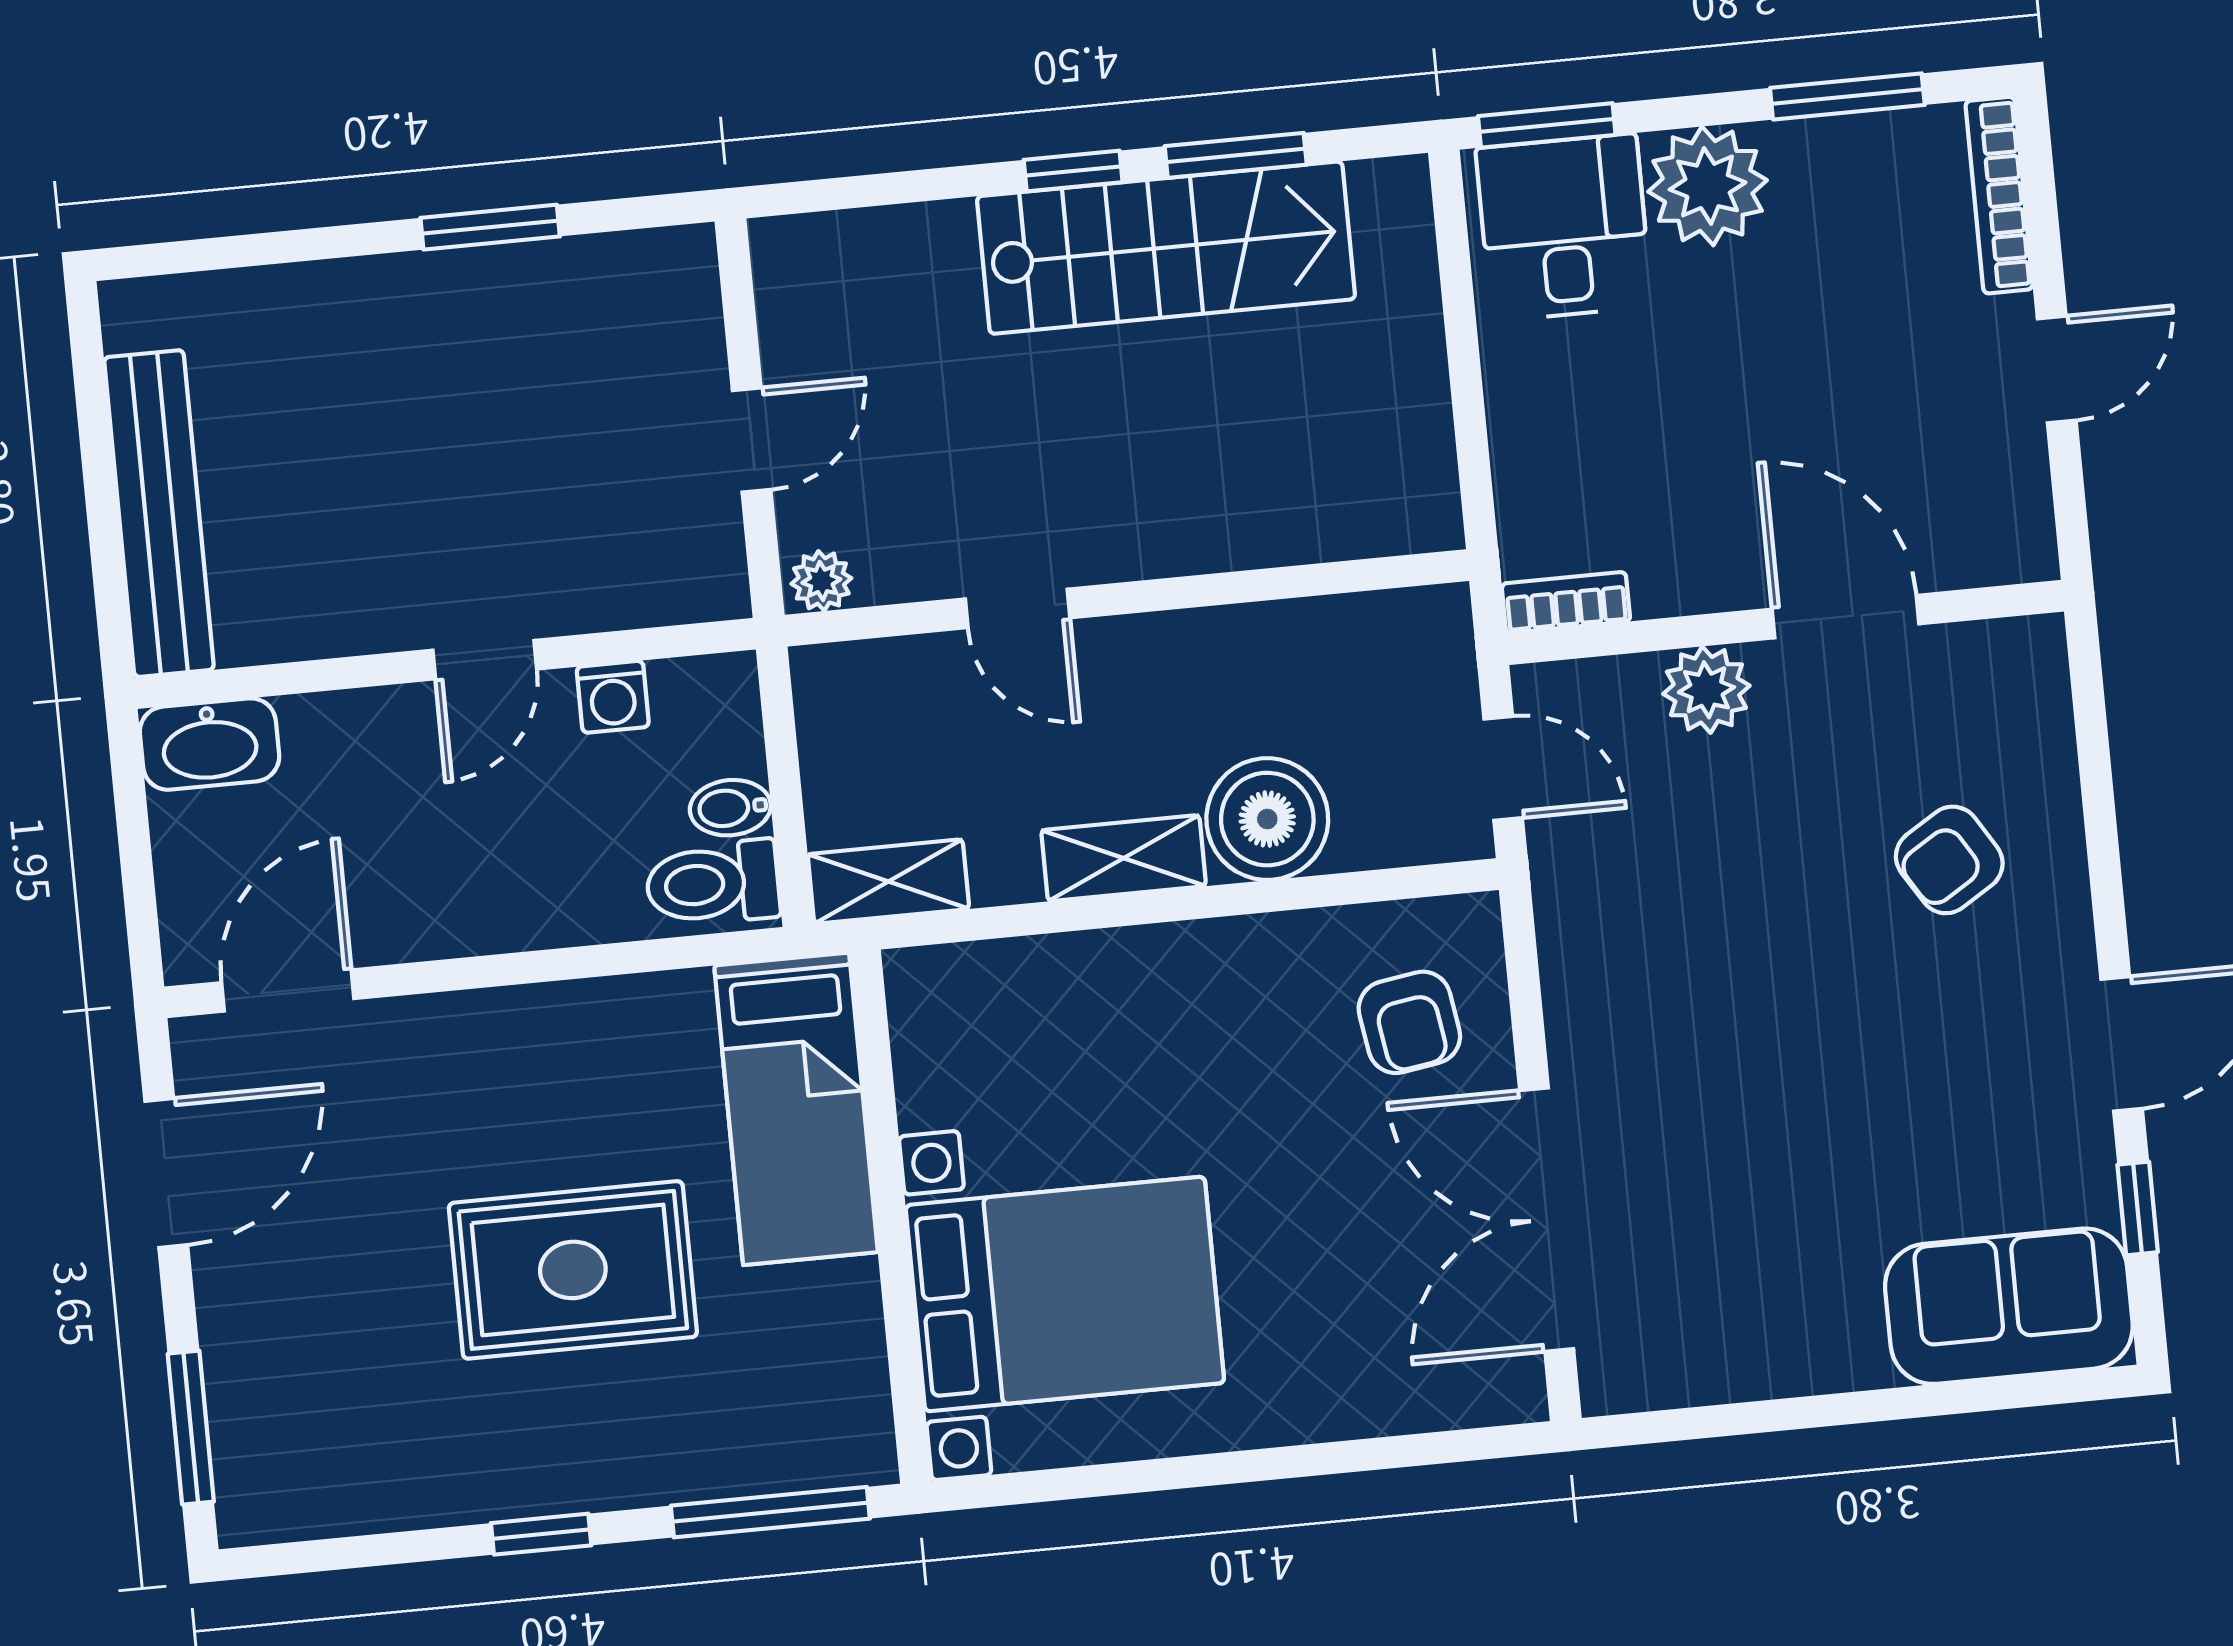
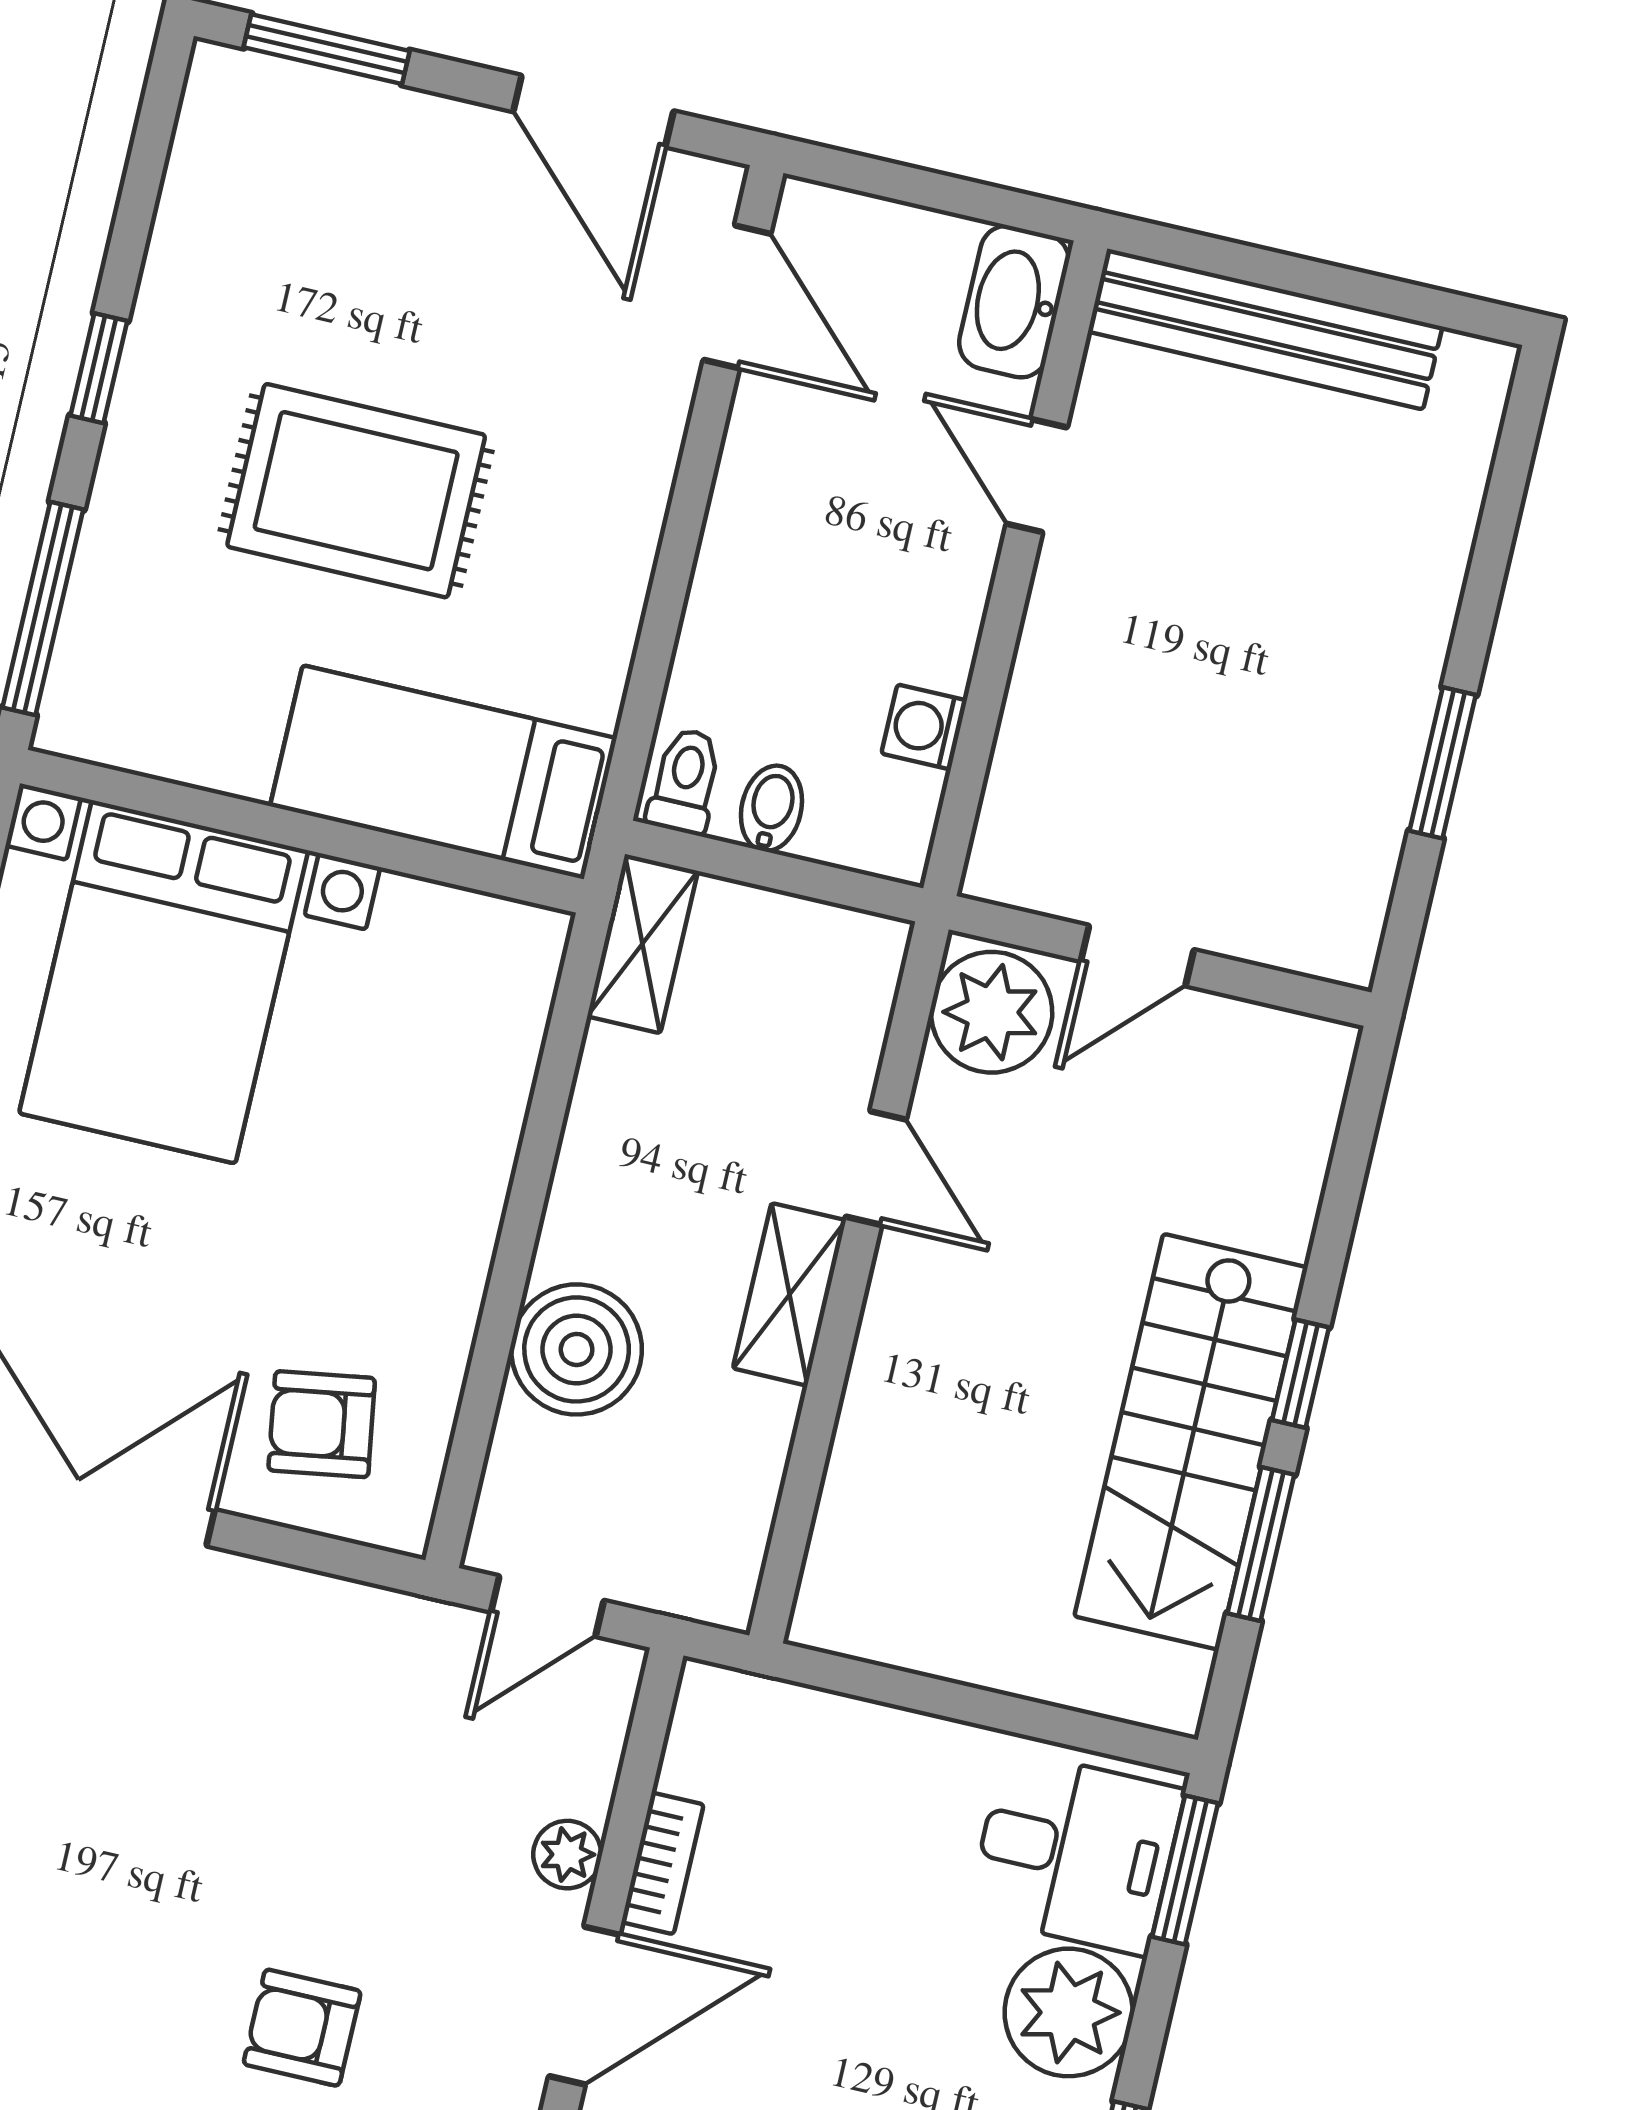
door: (752, 440) -> (1137, 956), hinge flipped
plant: (821, 581) -> (992, 1012), width x1.88, depth x1.88
bookcase: (1566, 602) -> (663, 1863), moved
door: (1018, 608) -> (876, 1168), swing flipped
door: (485, 660) -> (1037, 476), moved
plant: (1706, 690) -> (567, 1855), width x0.73, depth x0.73
shelving: (1124, 858) -> (789, 1294), moved
armchair: (1949, 860) -> (302, 2028), turned -58
toilet: (713, 883) -> (685, 781), width x0.73, depth x0.72
rug: (573, 1270) -> (356, 491), turned 90

